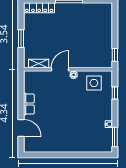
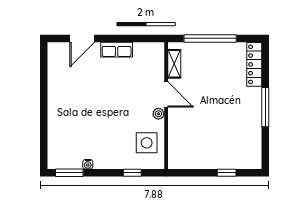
window: (21, 39) -> (210, 38), width x2.11
window: (115, 55) -> (227, 173), moved

